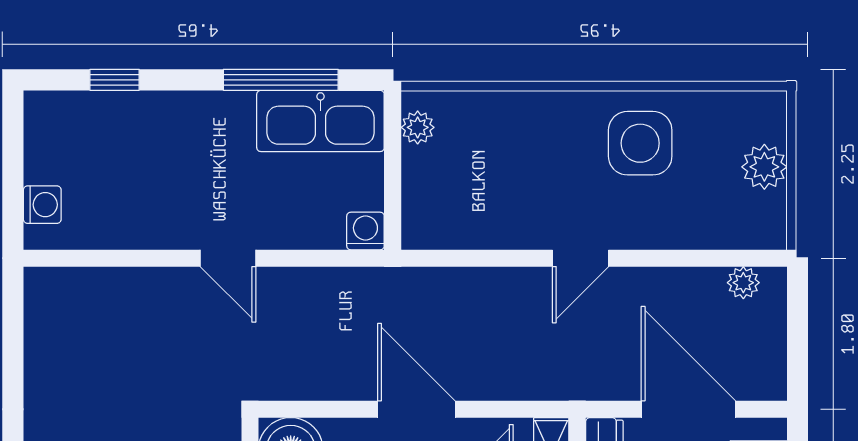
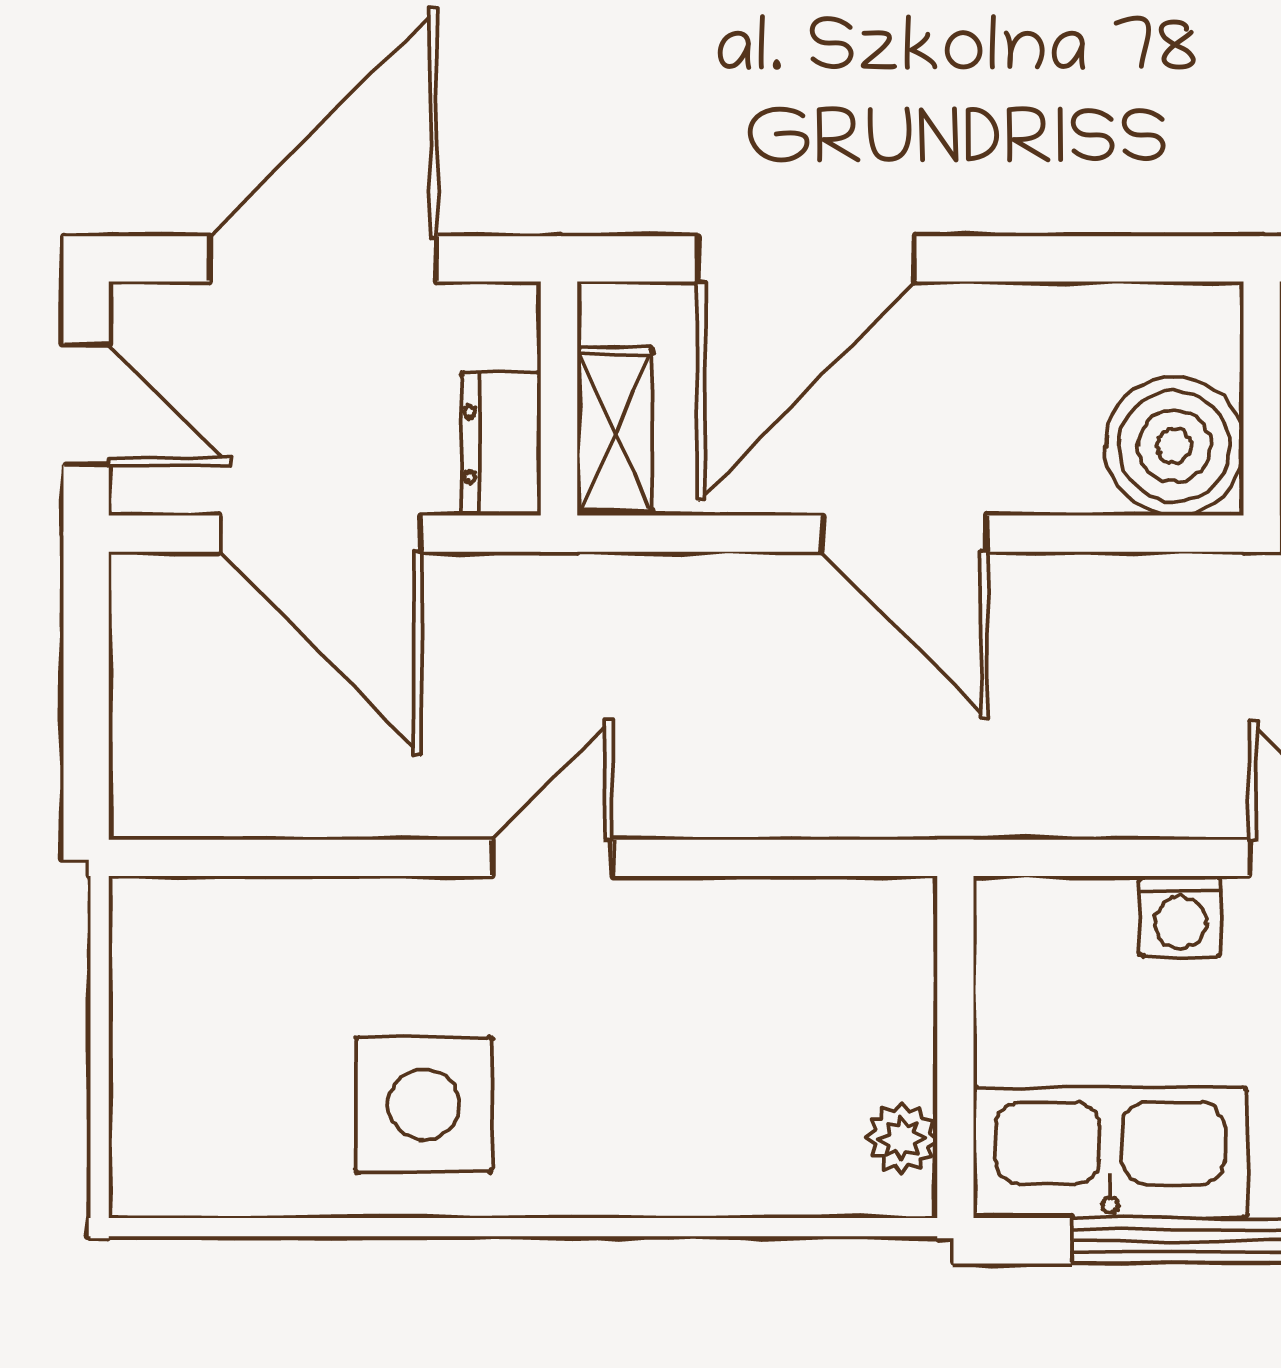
plant: (764, 167) -> (157, 1054), removed
washing machine: (365, 231) -> (1180, 916), moved
plant: (743, 283) -> (202, 805), removed

